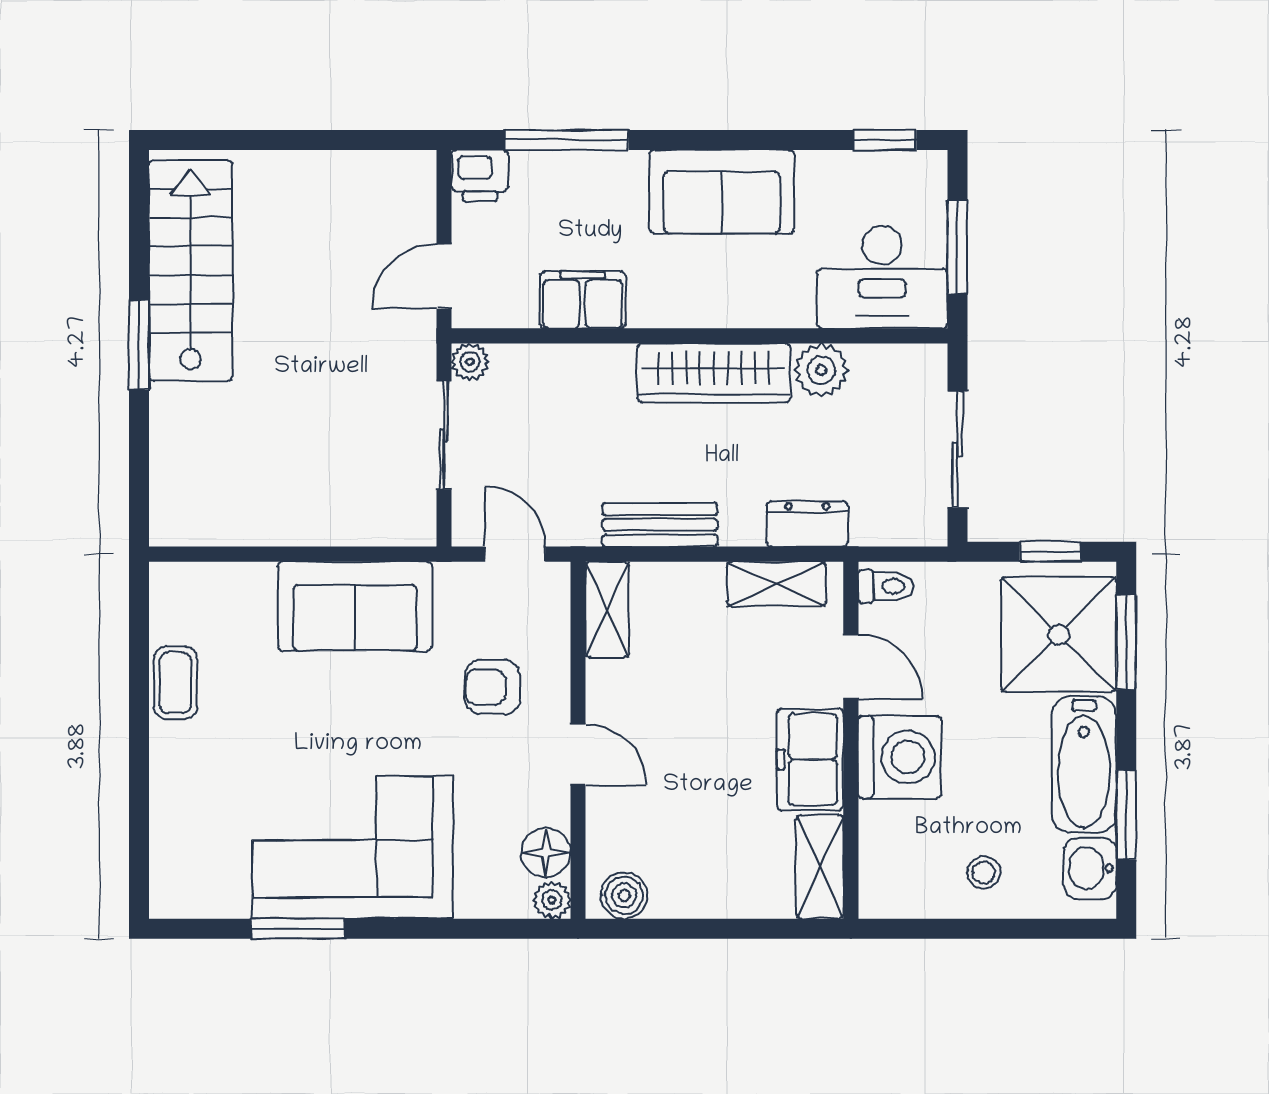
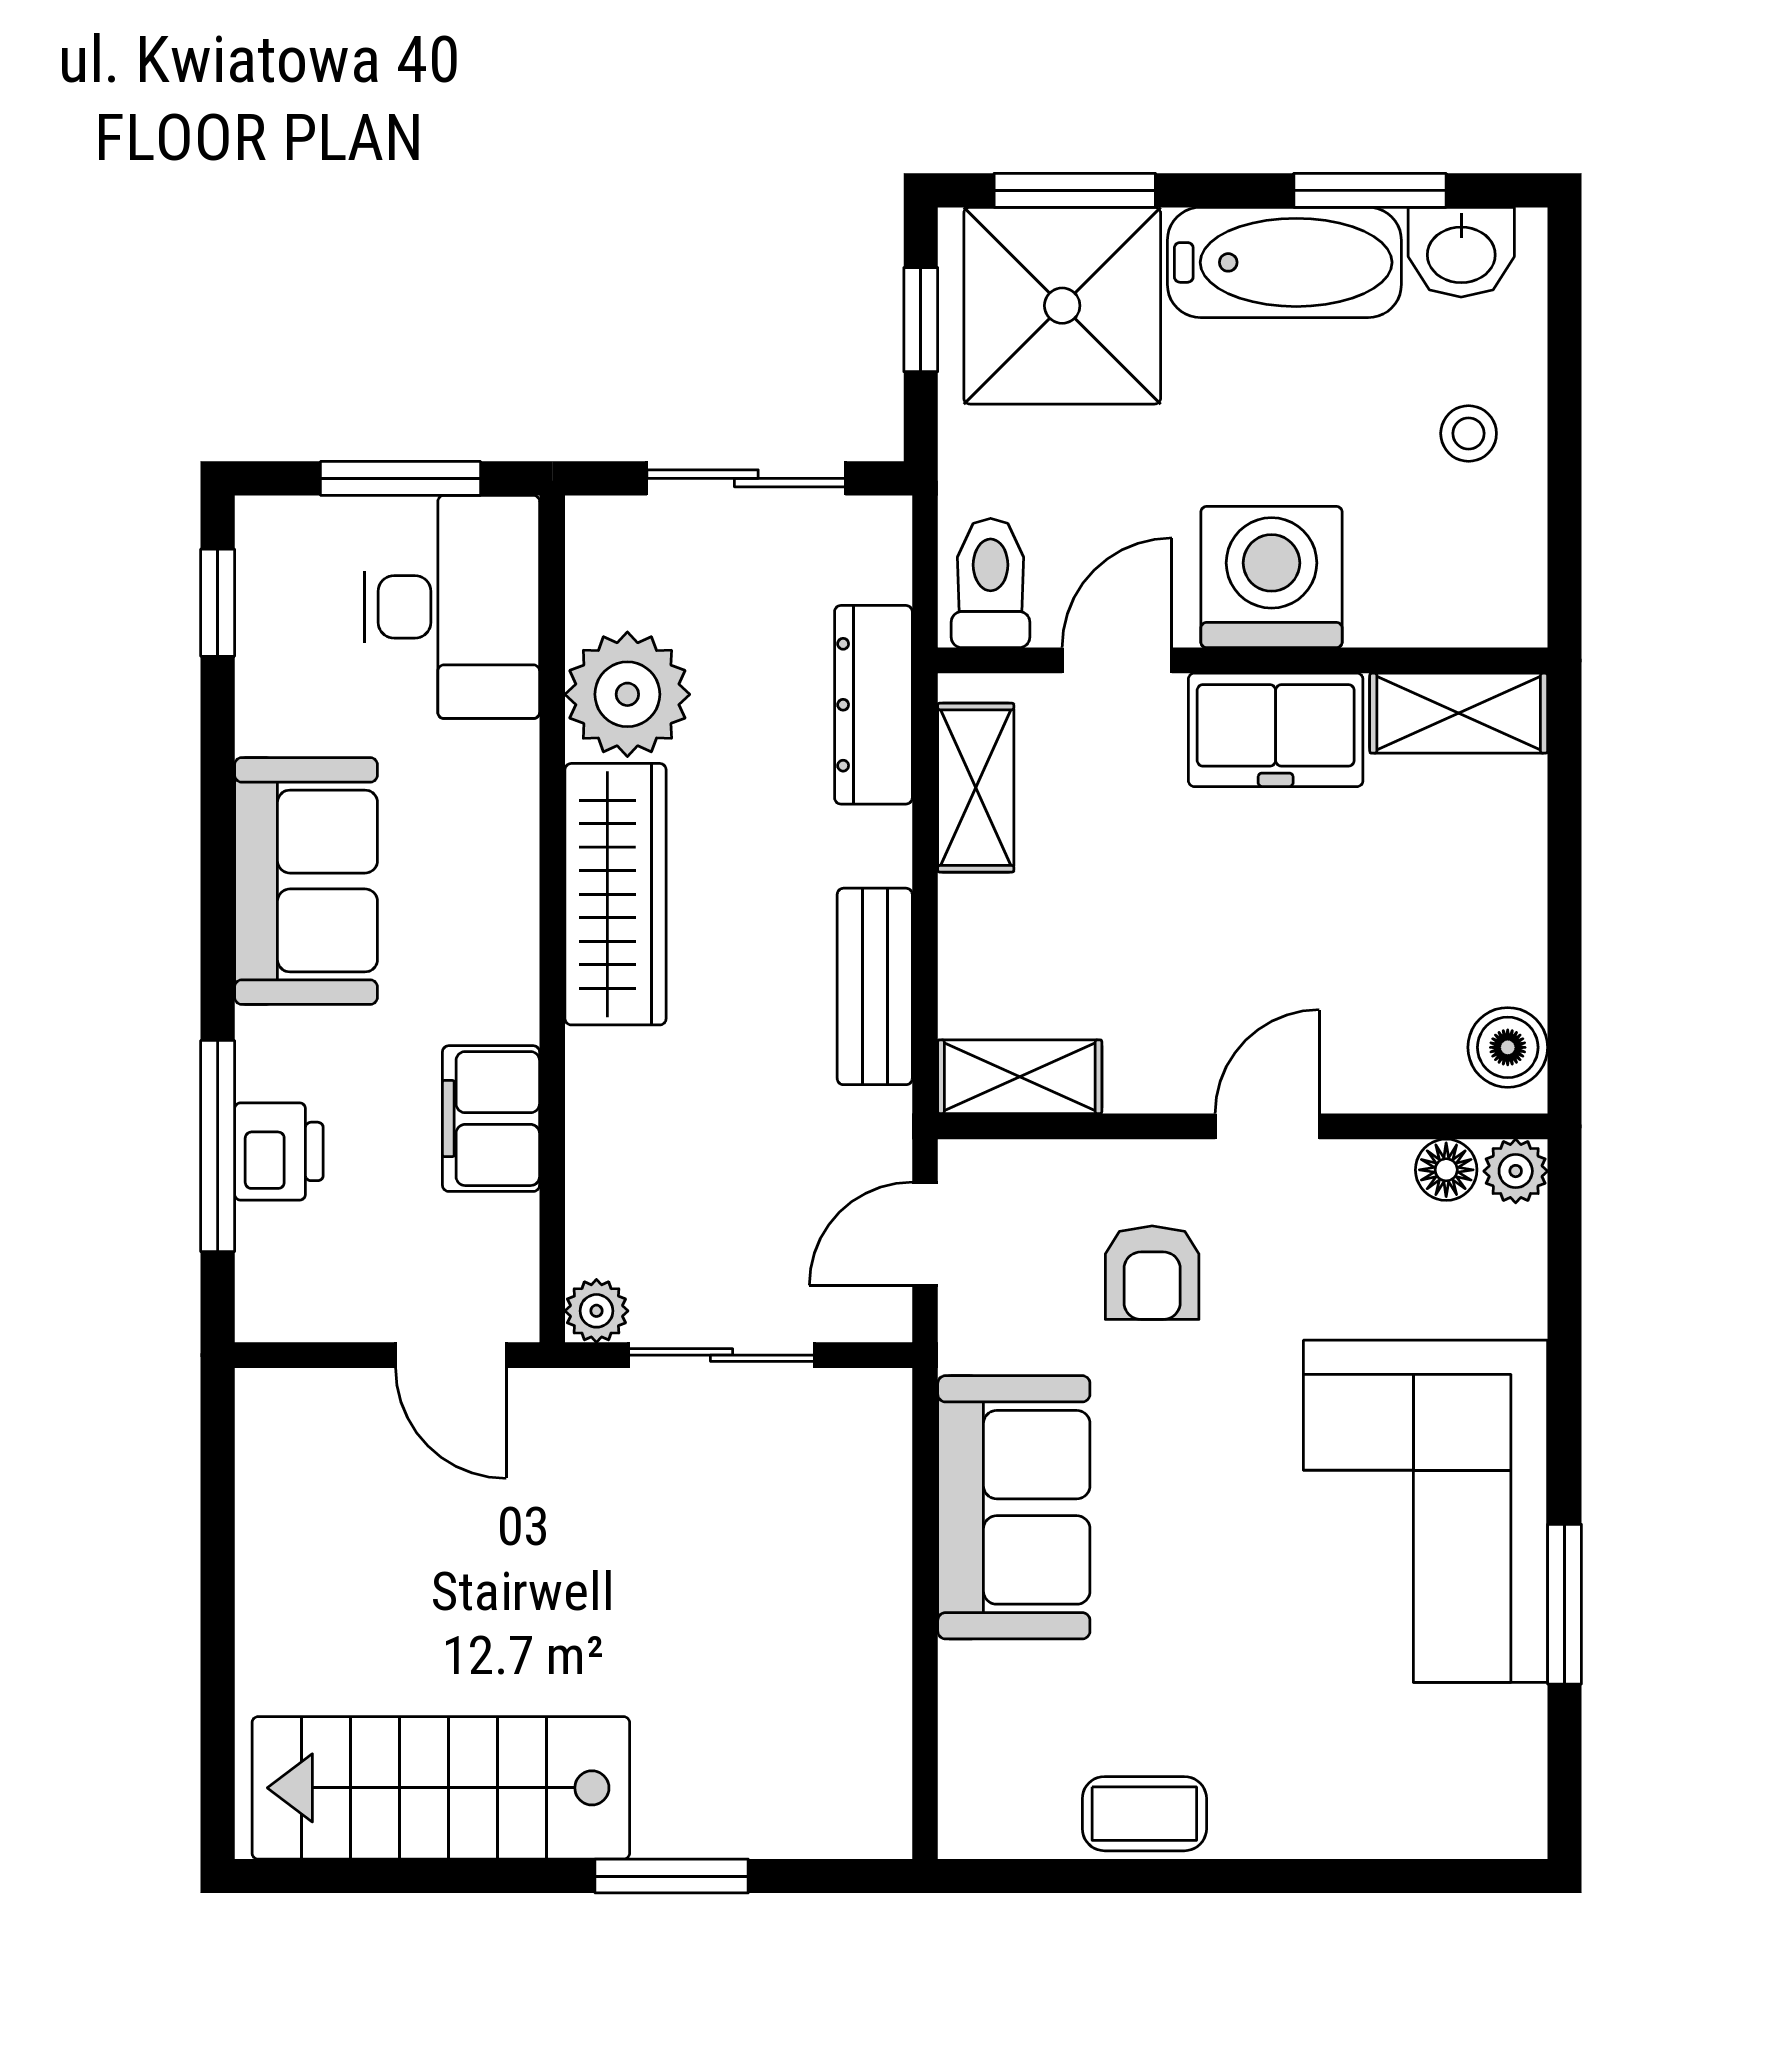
printer: (480, 176) -> (279, 1151), moved
window: (139, 345) -> (672, 1876), moved
plant: (821, 370) -> (627, 694), width x1.36, depth x1.36
dresser: (807, 524) -> (873, 705), width x1.44
toilet: (886, 586) -> (991, 583), width x1.37, depth x1.39
floor lamp: (546, 853) -> (1446, 1170), width x0.73, depth x0.73

